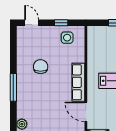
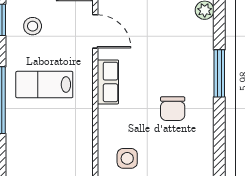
row of seats: (78, 82) -> (108, 82), width x0.68

